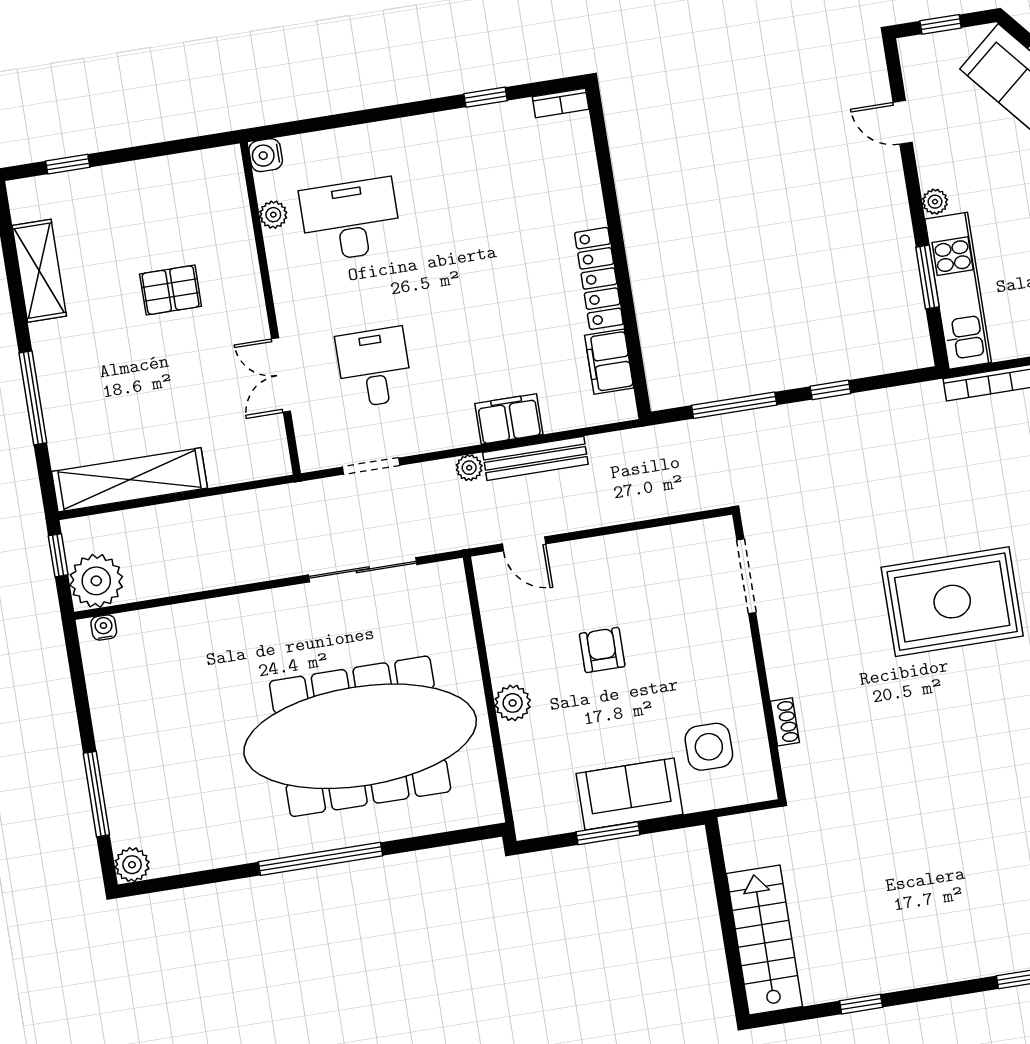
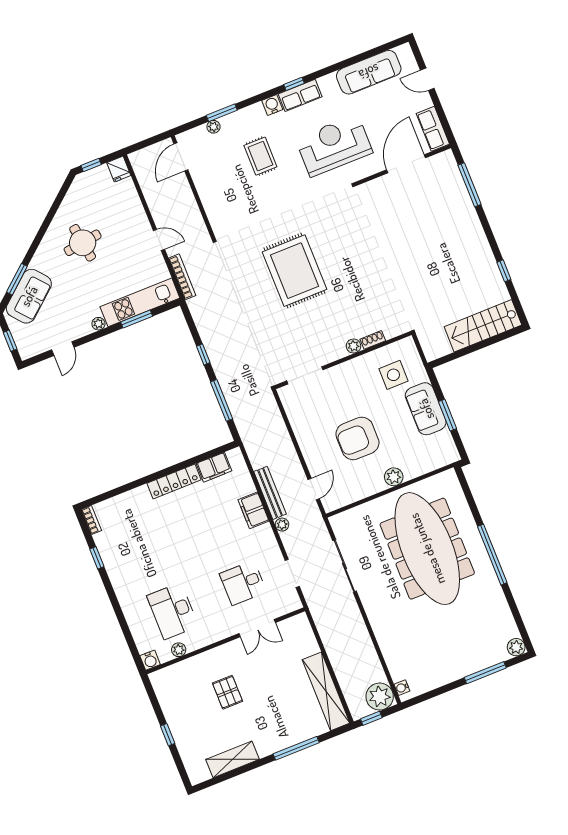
window: (68, 164) -> (168, 735), moved
armchair: (602, 650) -> (357, 438), width x1.88, depth x1.88
plant: (782, 682) -> (354, 346), added

